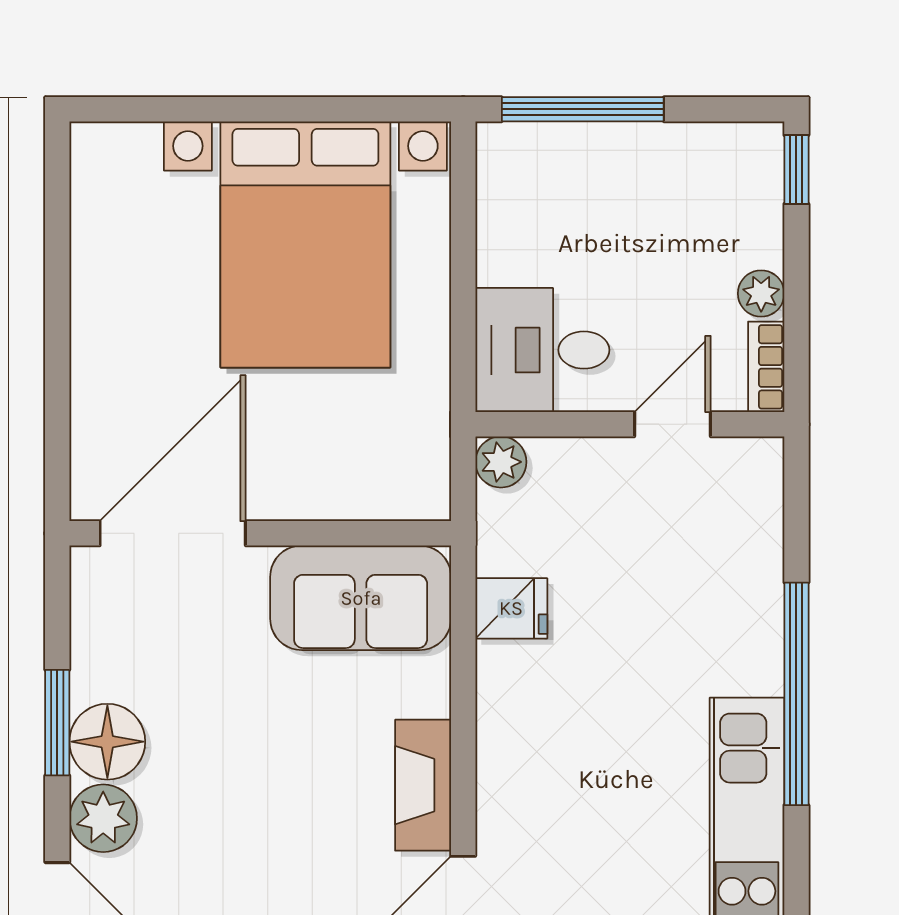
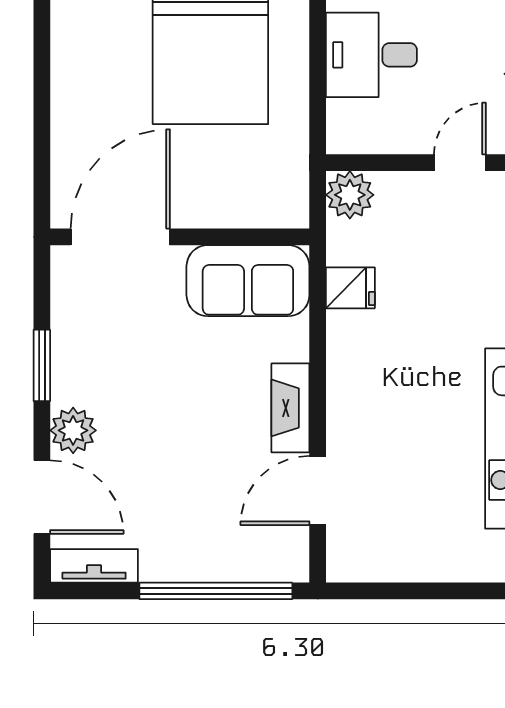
desk: (542, 350) -> (371, 55), moved
plant: (501, 462) -> (350, 195), width x1.38, depth x1.38
floor lamp: (107, 742) -> (76, 378), removed

